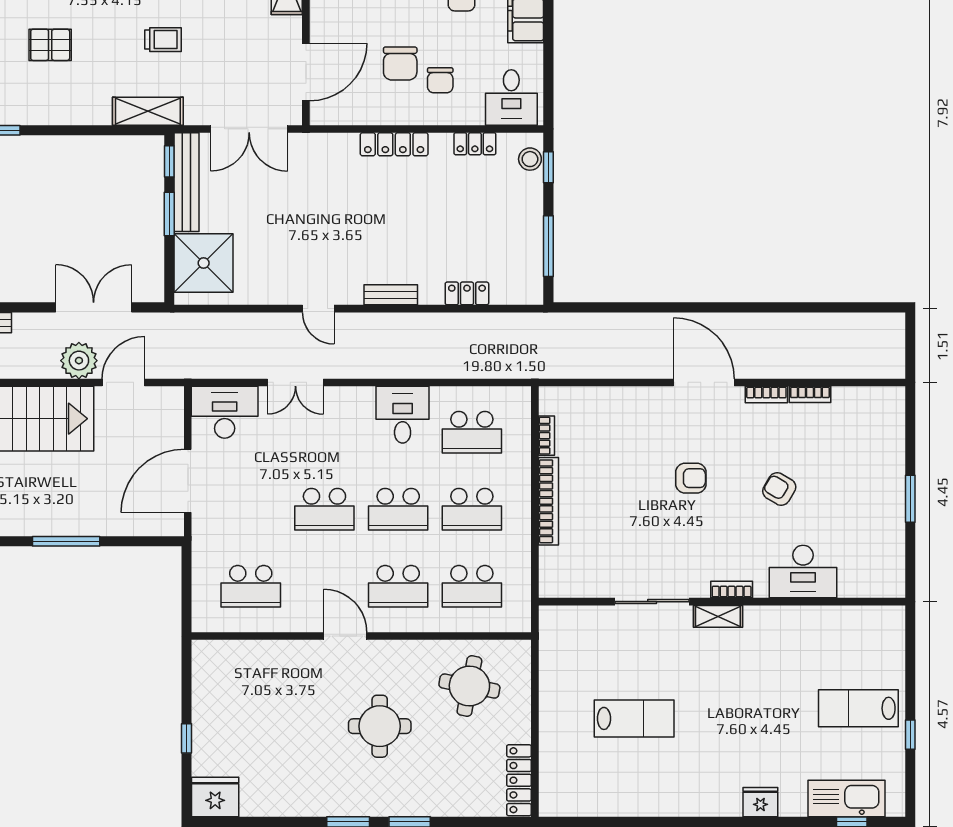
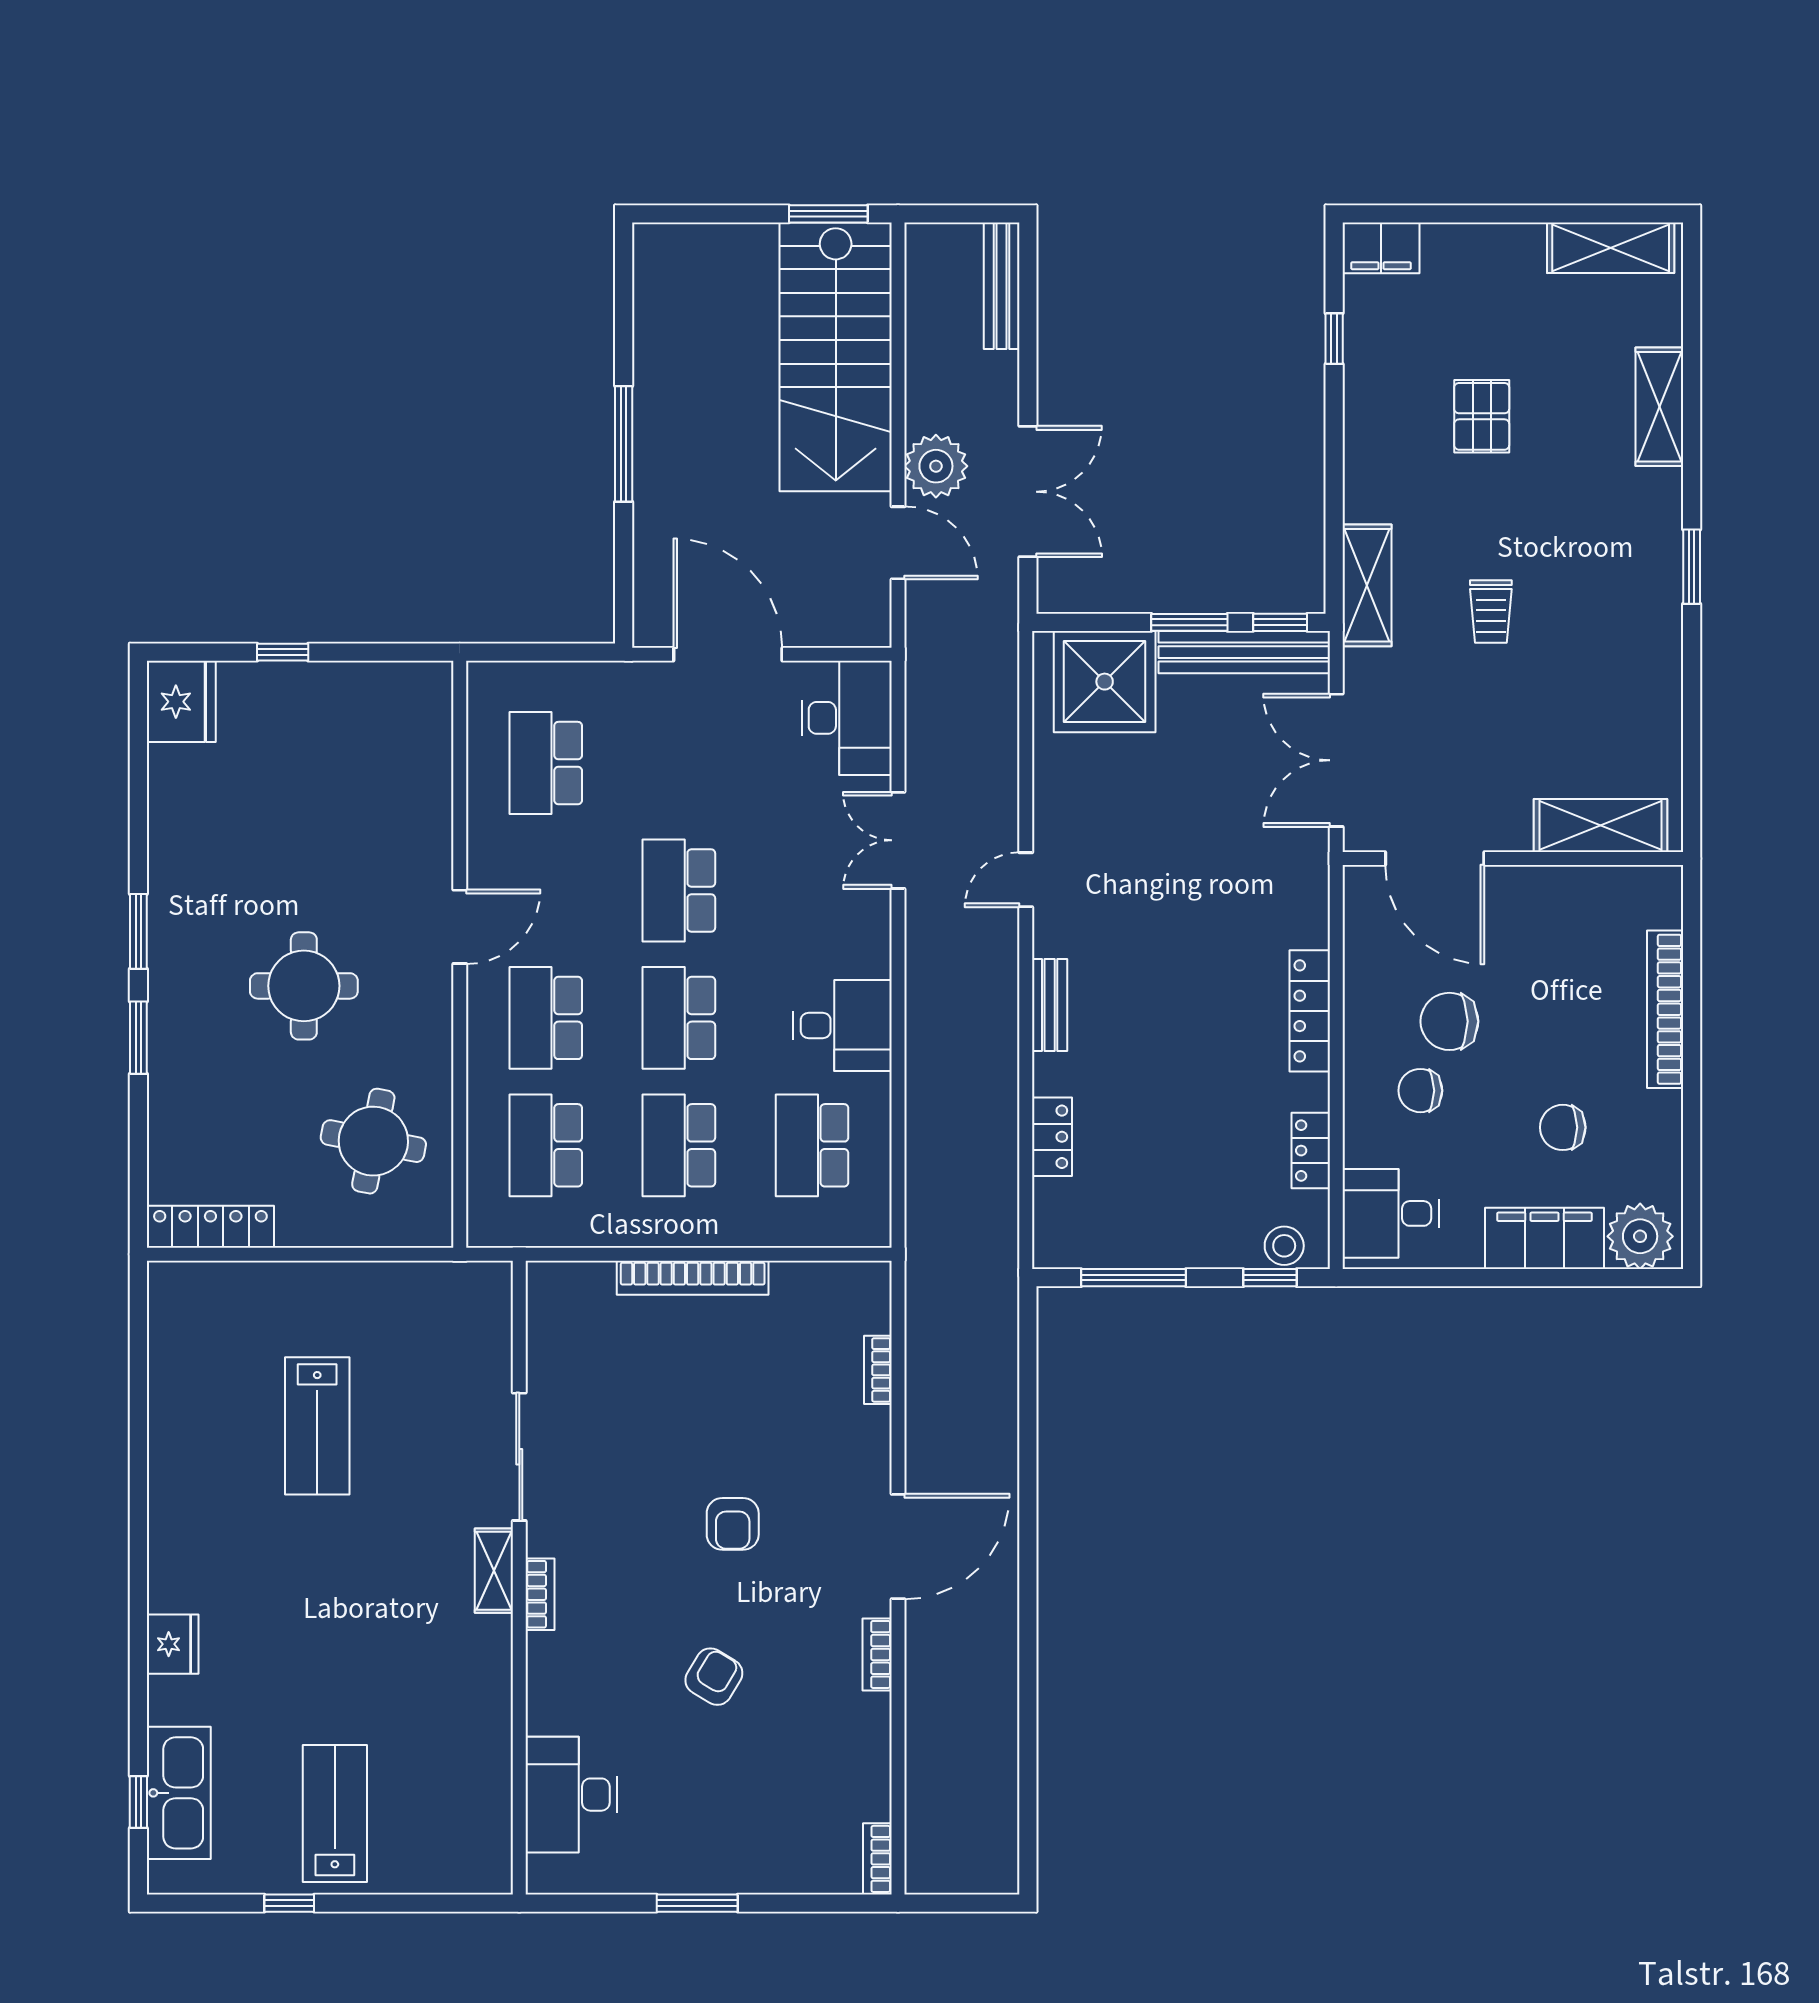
bookcase: (810, 394) -> (877, 1859), moved
bookcase: (546, 436) -> (878, 1370), moved, turned 90
desk: (803, 572) -> (571, 1795), moved

